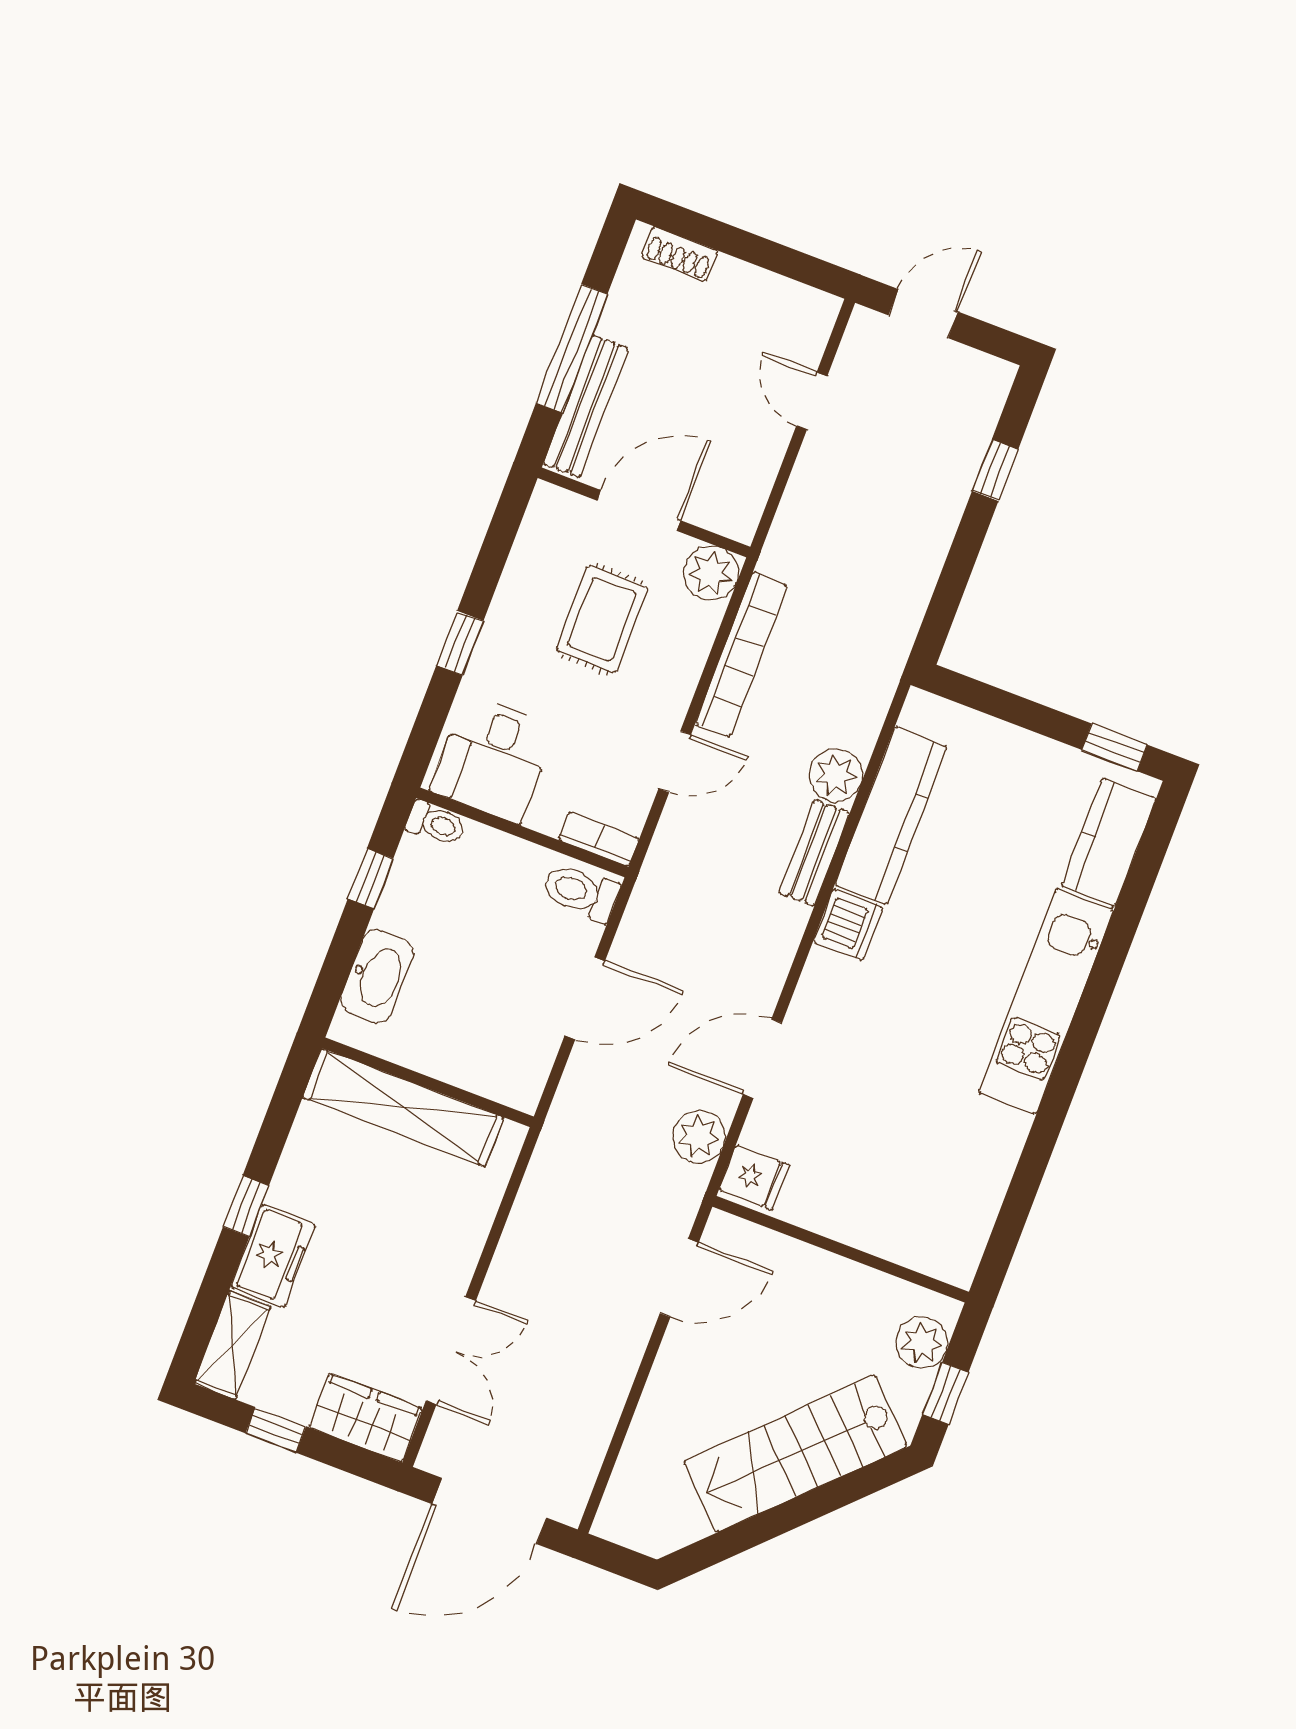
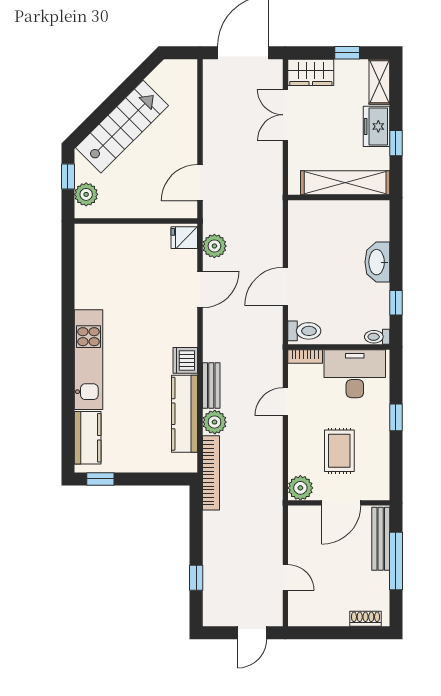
bookcase: (741, 655) -> (211, 473), moved, turned 180
desk: (493, 759) -> (355, 374), width x1.37
wall: (428, 1082) -> (339, 198), moved
shelving: (403, 1107) -> (345, 183), moved

